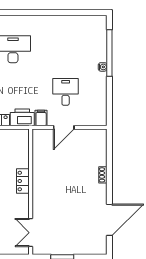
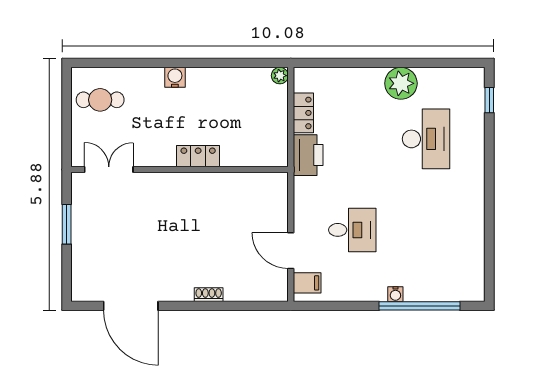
filing cabinet: (41, 118) -> (307, 283), moved
door: (64, 127) -> (291, 251), moved

